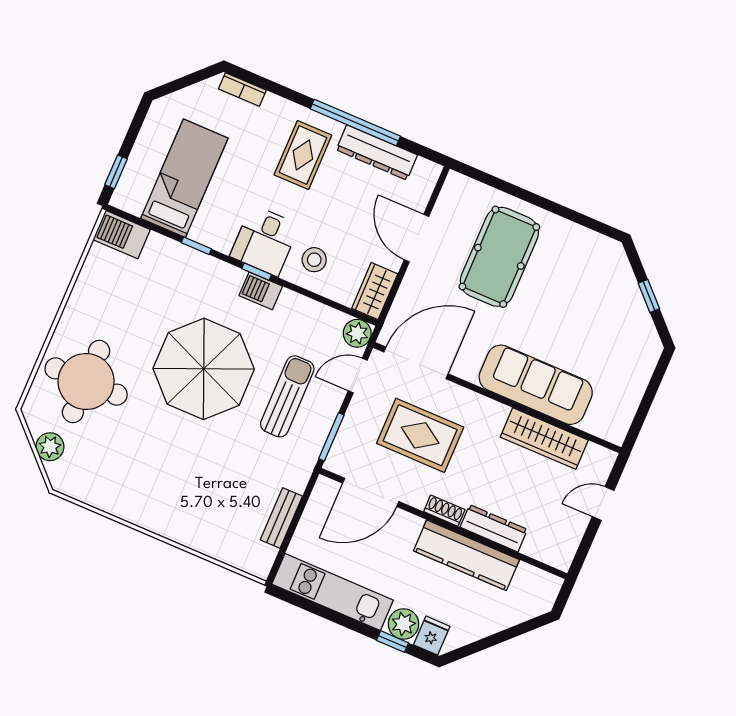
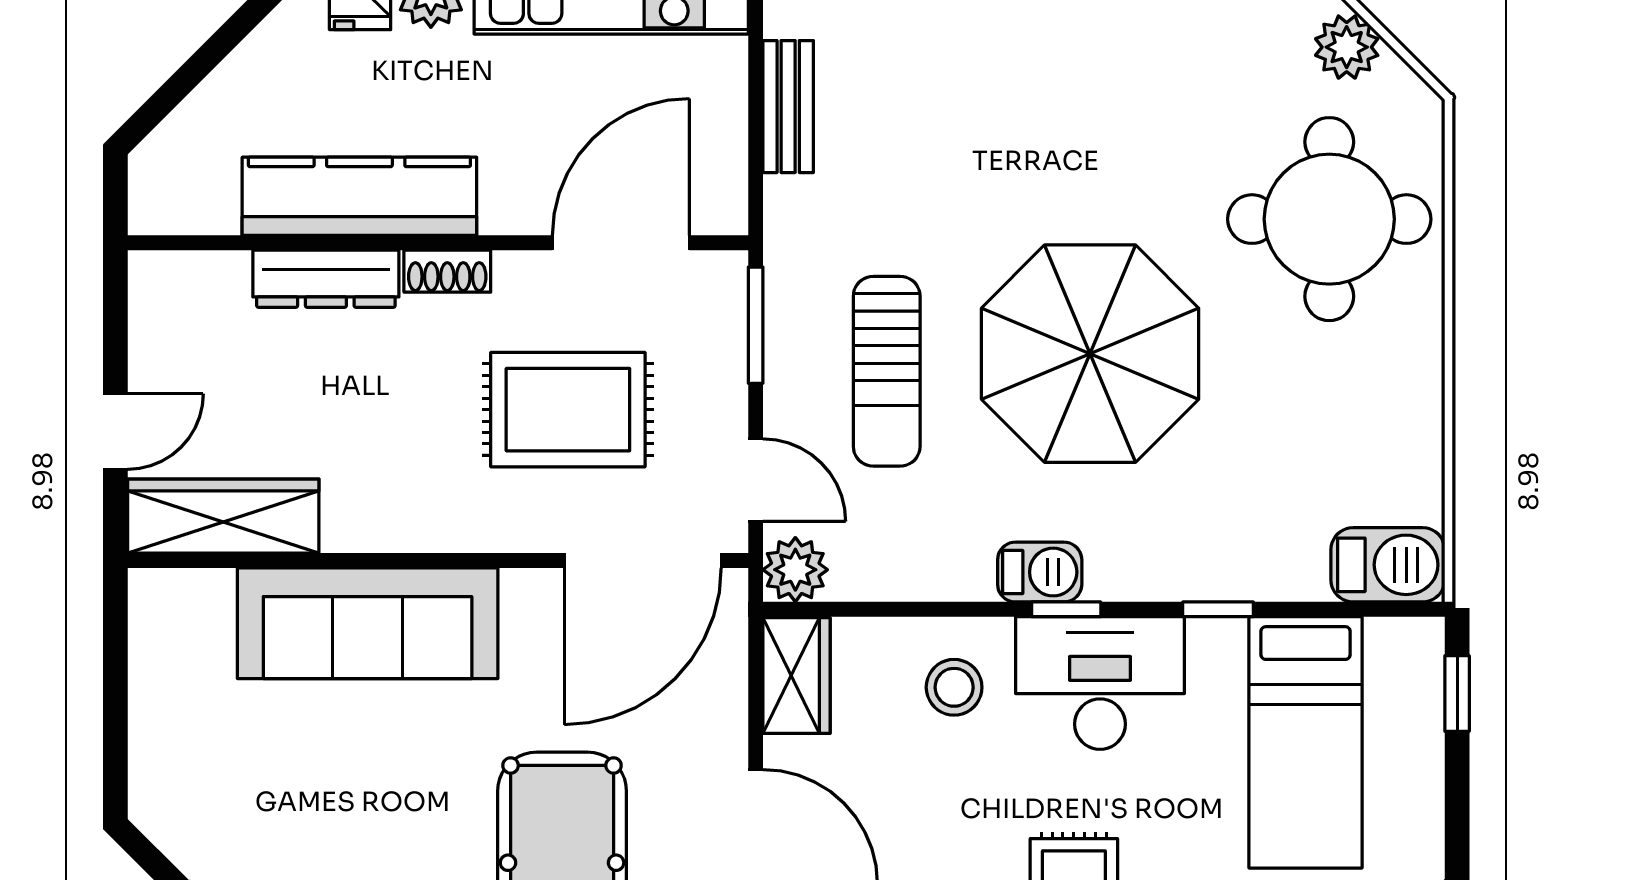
desk: (265, 241) -> (1100, 683), width x1.37
door: (358, 375) -> (756, 480), hinge flipped
wardrobe: (544, 439) -> (223, 516), moved

